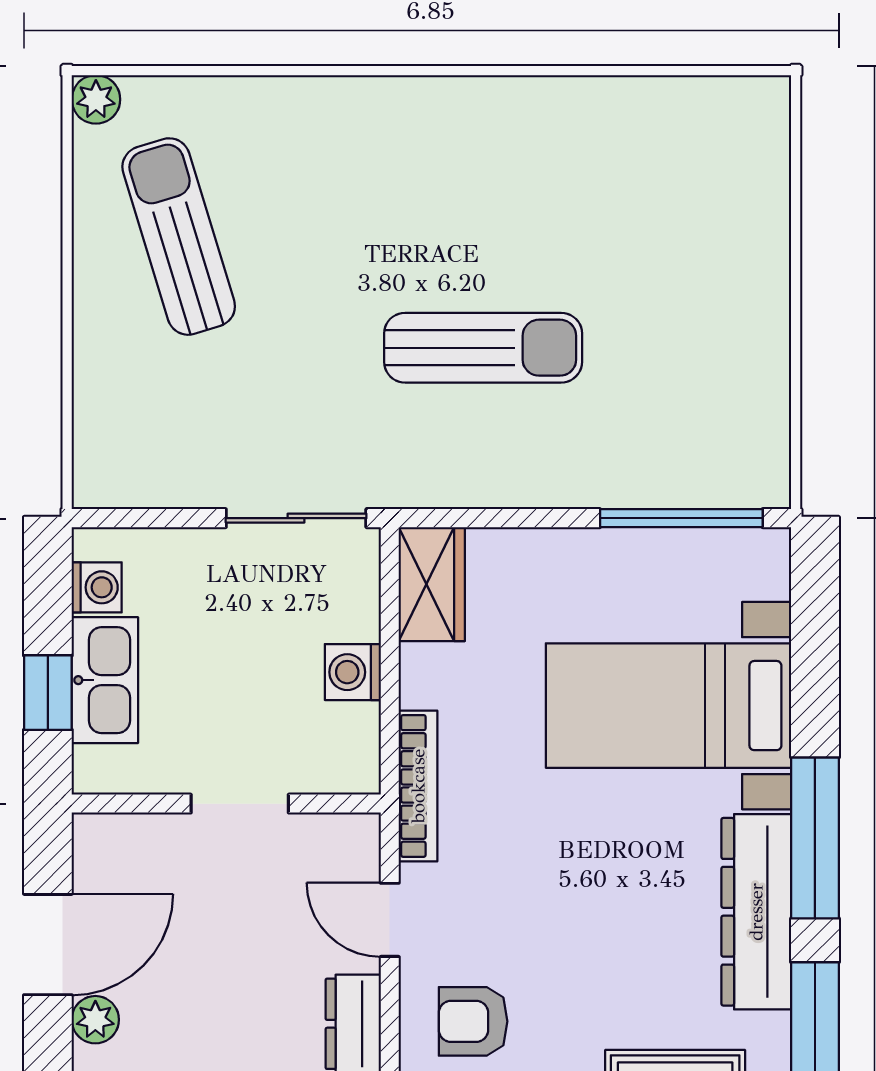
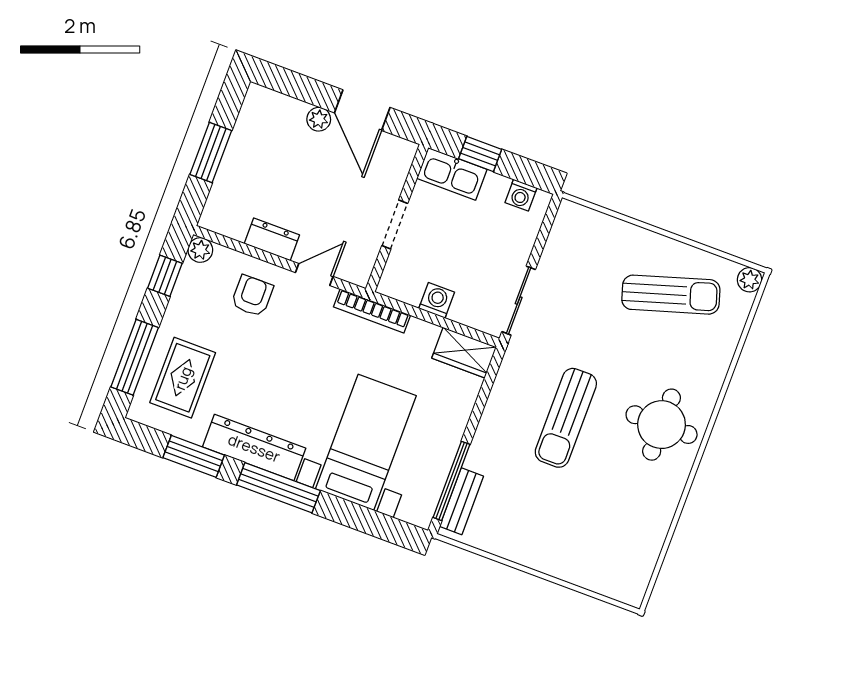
round table: (429, 163) -> (662, 425), added
bench: (713, 485) -> (461, 501), added
kitchen sink: (105, 680) -> (452, 174), moved

